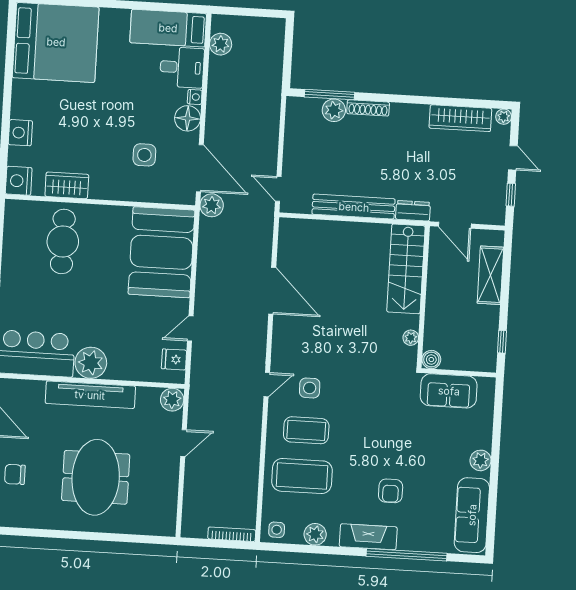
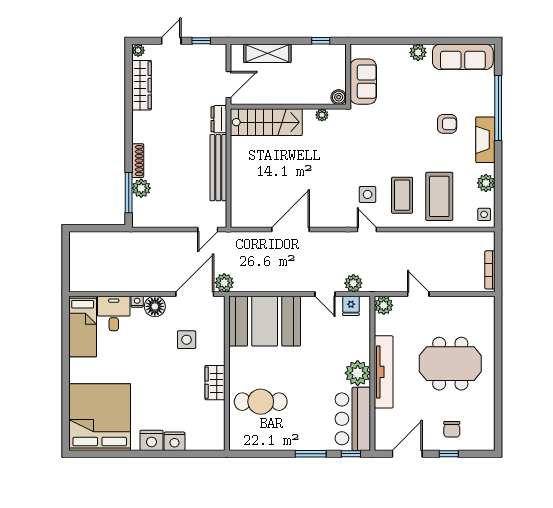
plant: (221, 44) -> (353, 283), moved
nightstand: (19, 181) -> (152, 440), moved
wardrobe: (67, 185) -> (215, 383), moved
bookcase: (232, 534) -> (490, 270), moved

